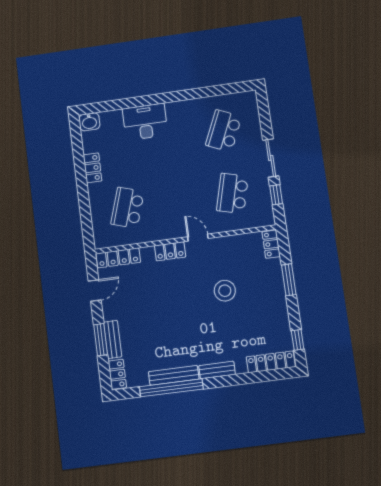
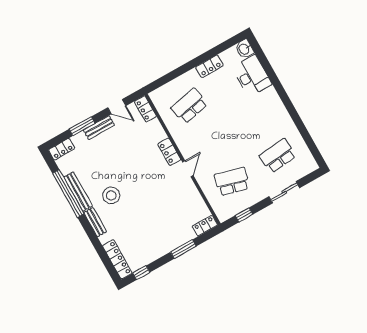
desk: (145, 122) -> (252, 76), moved
school desk: (224, 131) -> (278, 156), turned -30
sliding door: (271, 158) -> (284, 192), moved
school desk: (127, 208) -> (189, 106), turned -30
locker: (118, 258) -> (145, 109), width x0.66
stool: (225, 291) -> (111, 195), moved
bench: (112, 339) -> (99, 128), moved

